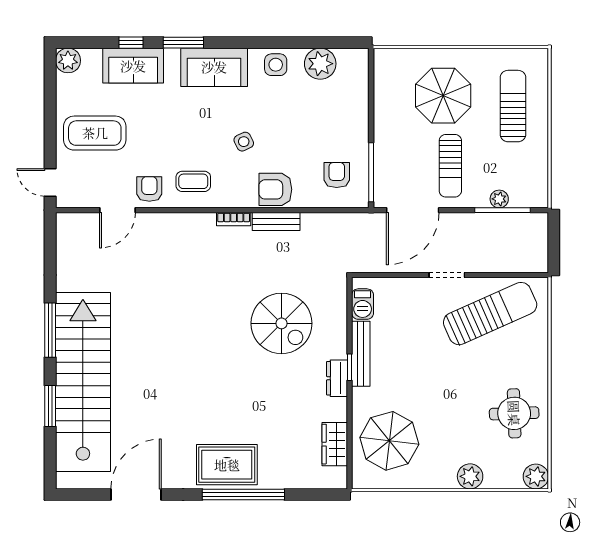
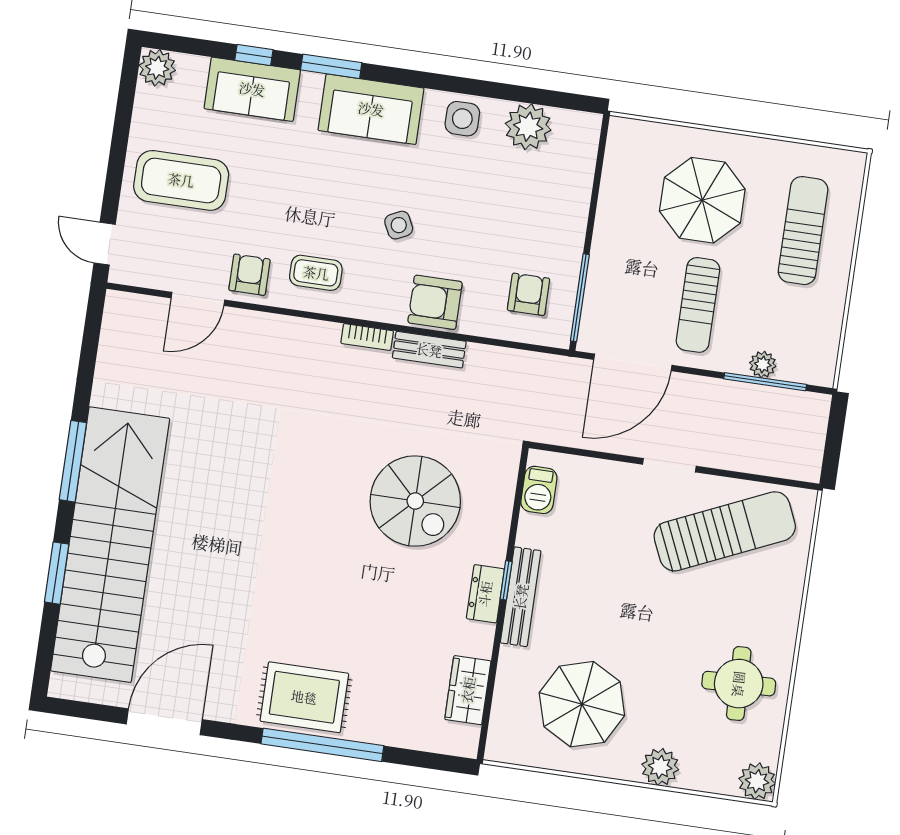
bench: (361, 354) -> (521, 597), moved
parasol: (389, 441) -> (582, 704), moved

